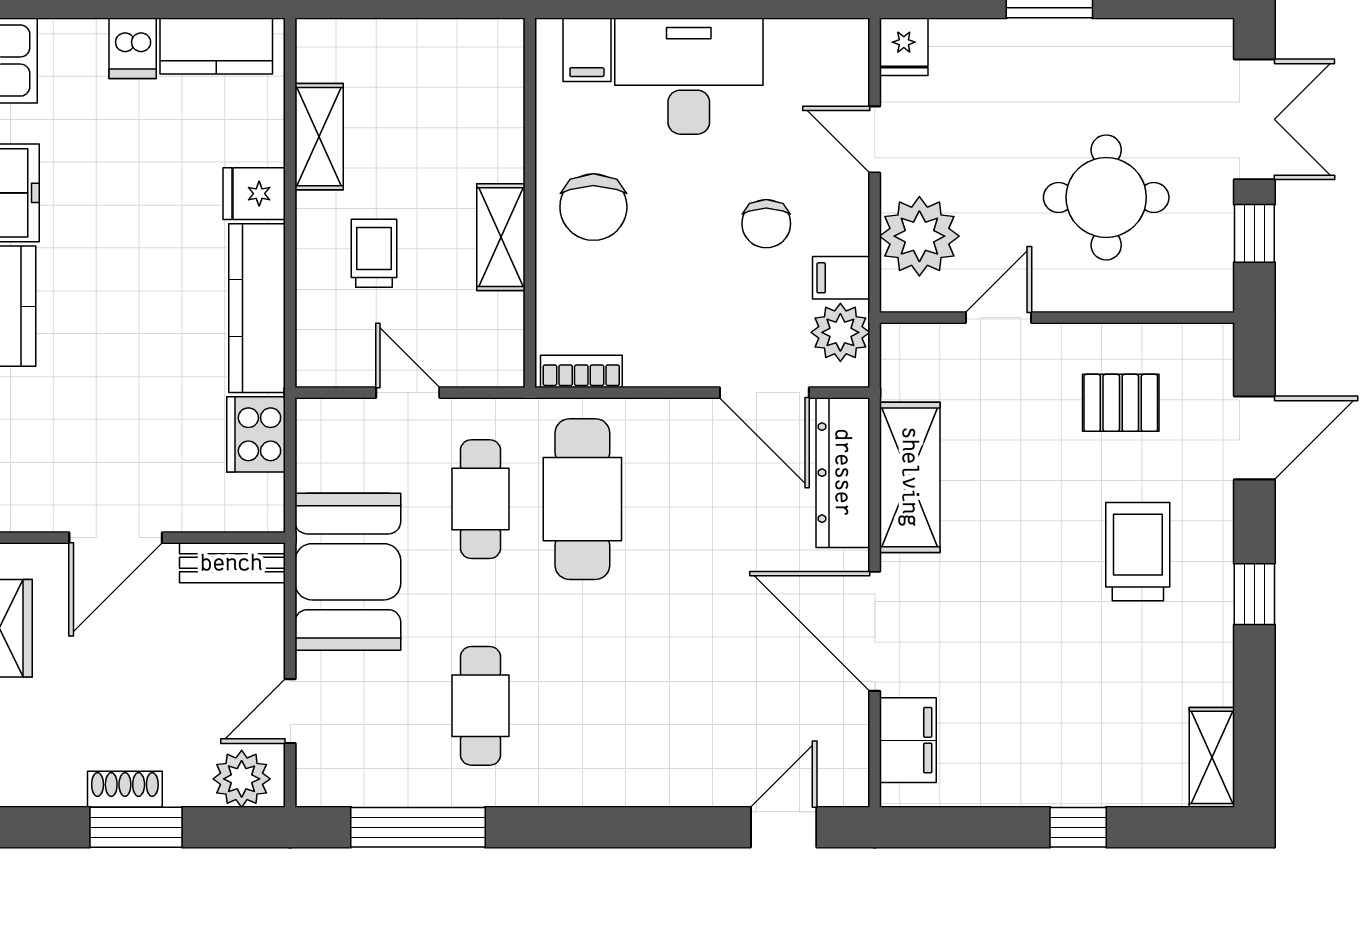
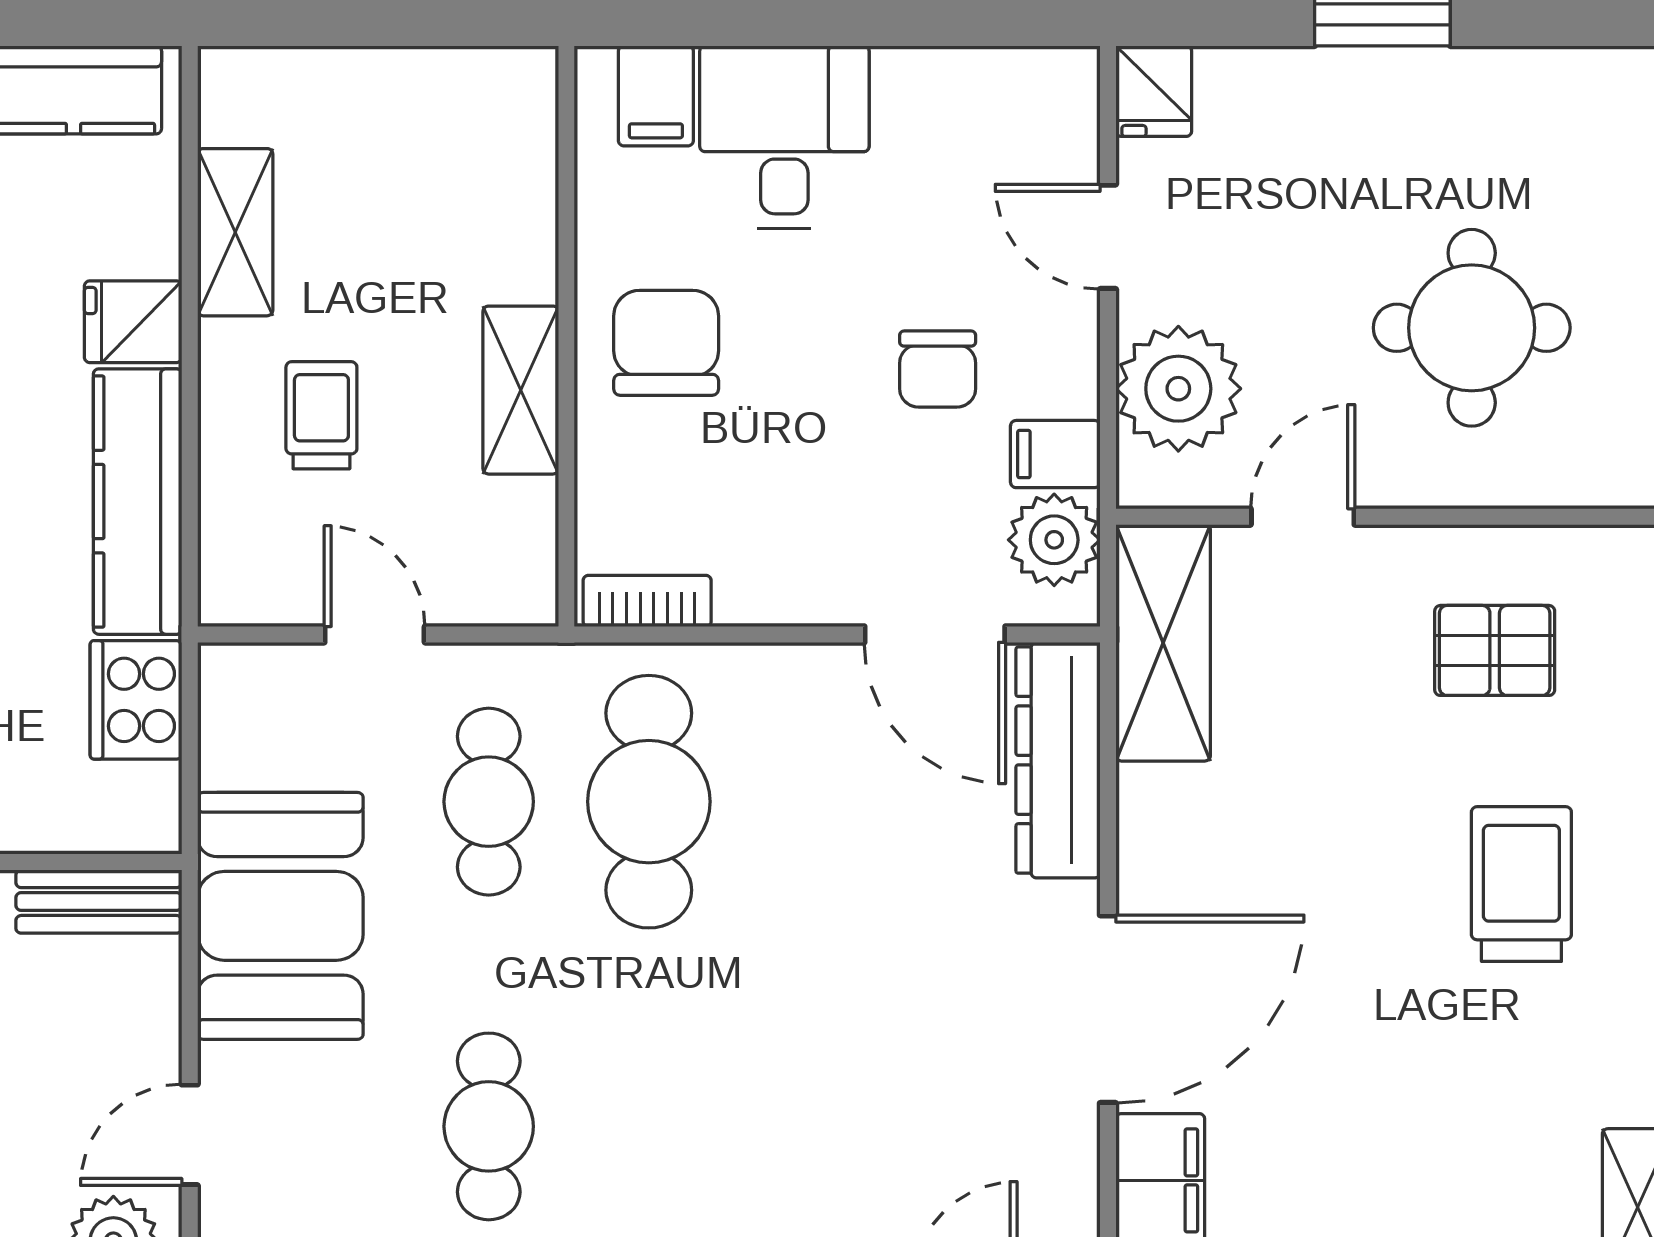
desk: (689, 76) -> (784, 137), width x0.73
chair: (593, 207) -> (666, 343), turned 180
shelving: (910, 477) -> (1163, 643), moved
door: (875, 631) -> (1108, 1009), swing flipped

